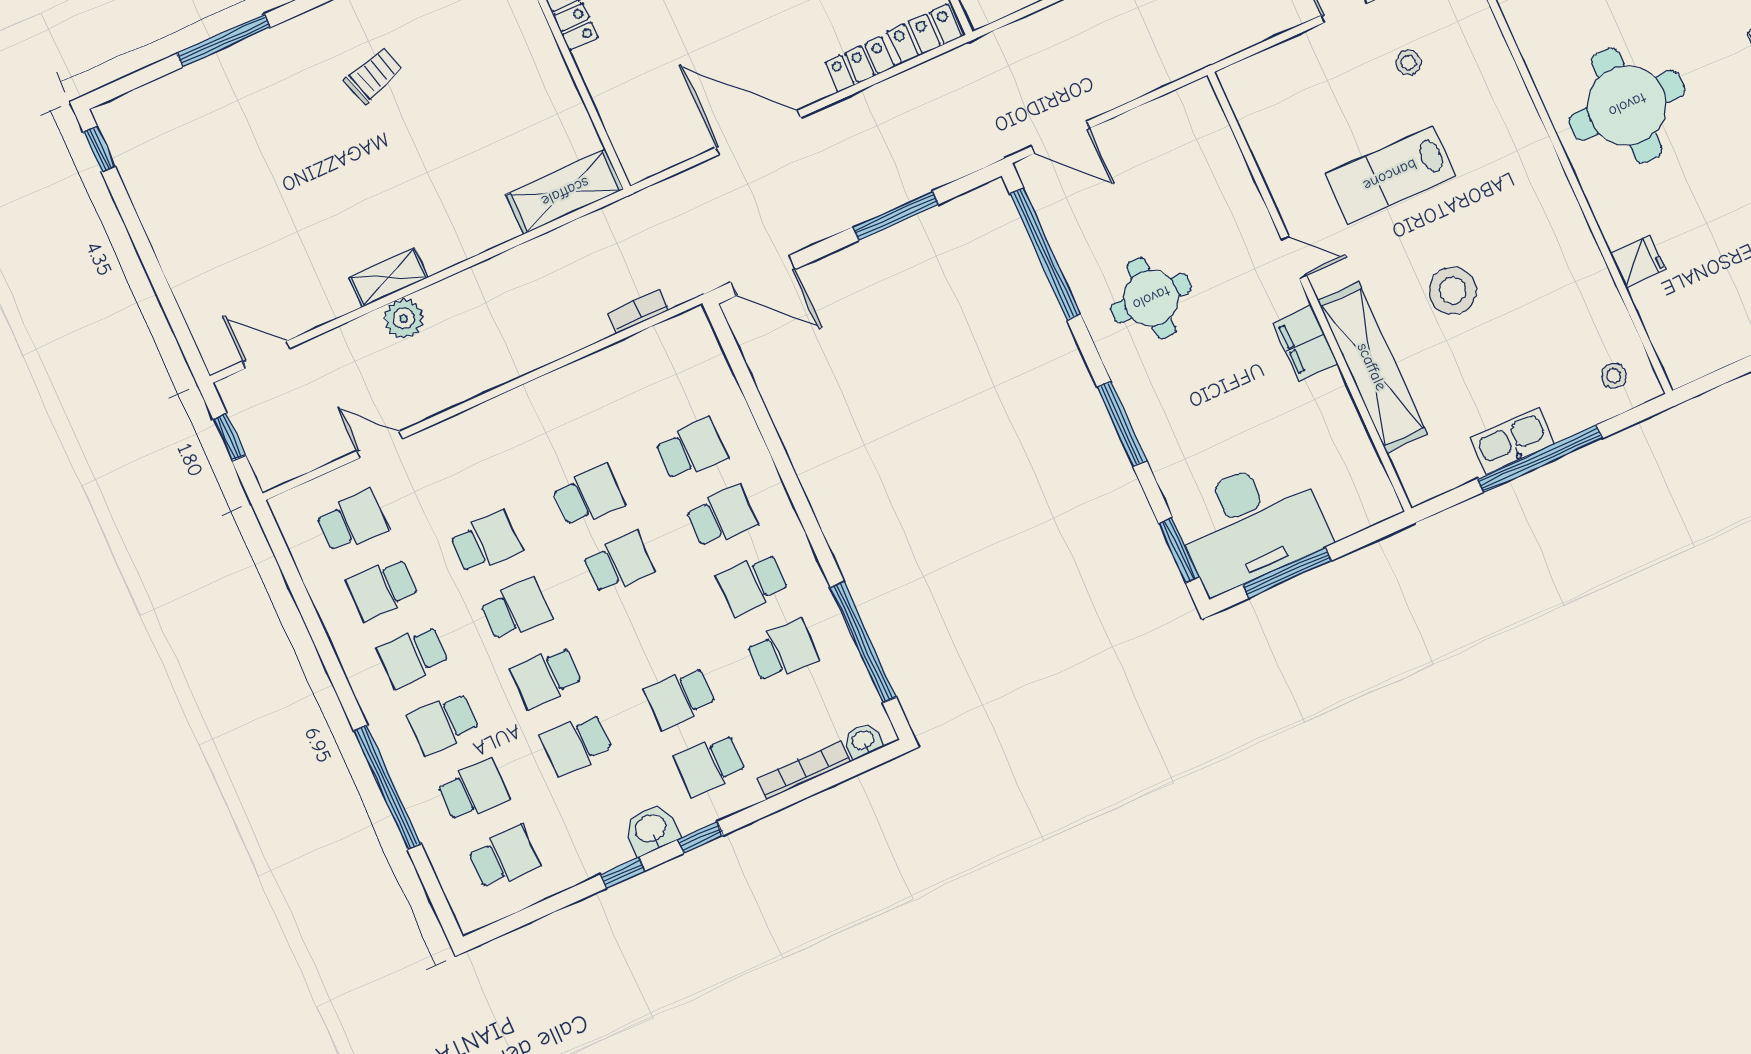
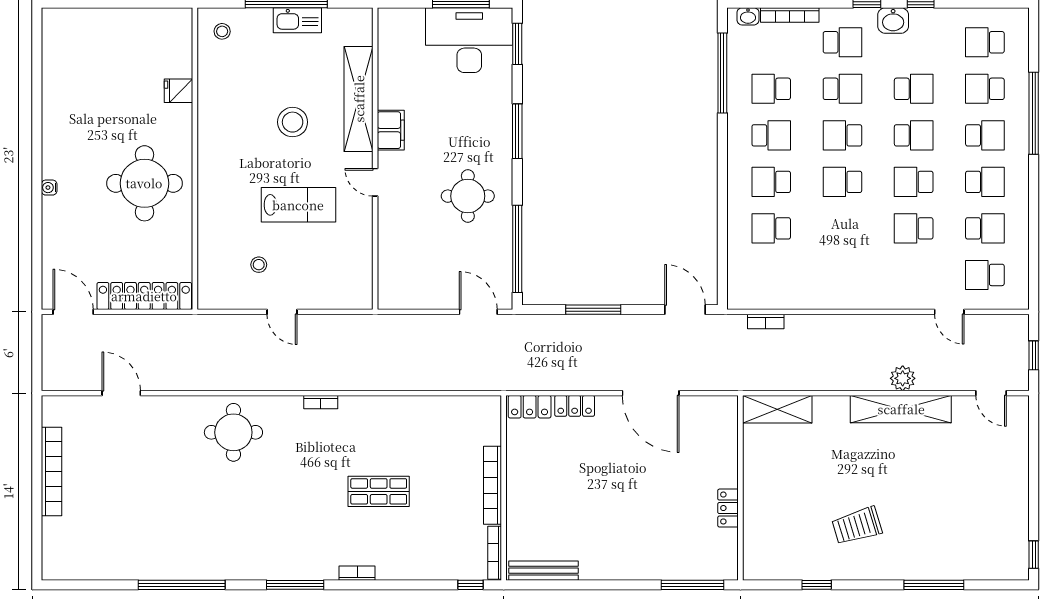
trolley: (373, 76) -> (857, 526), width x1.36, depth x1.39
shelving: (388, 278) -> (901, 409), width x2.20, depth x1.33
school desk: (589, 496) -> (842, 135), moved

